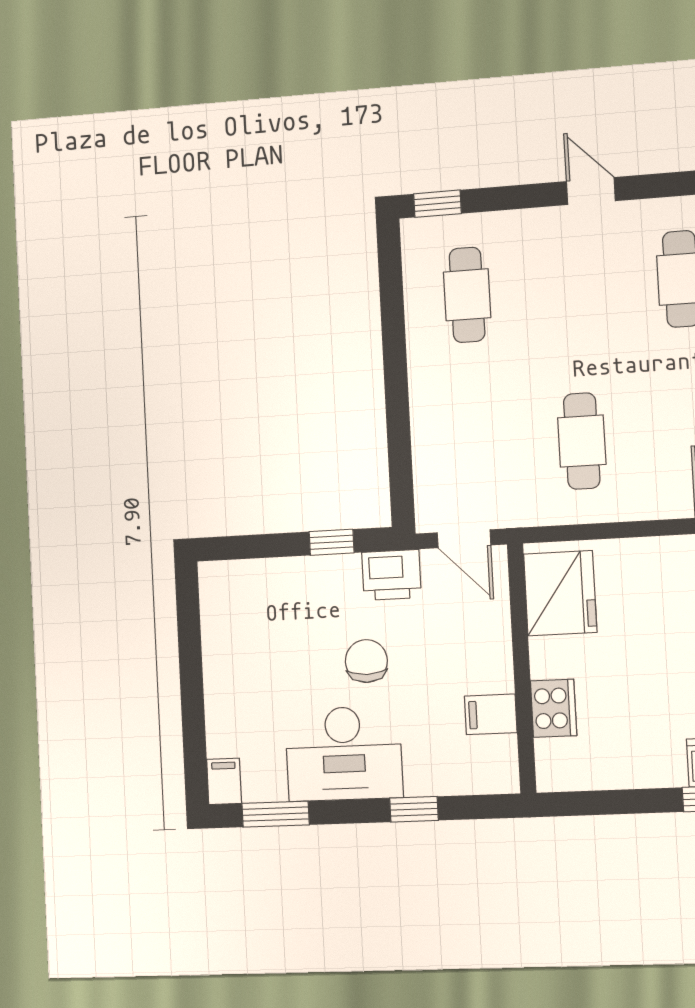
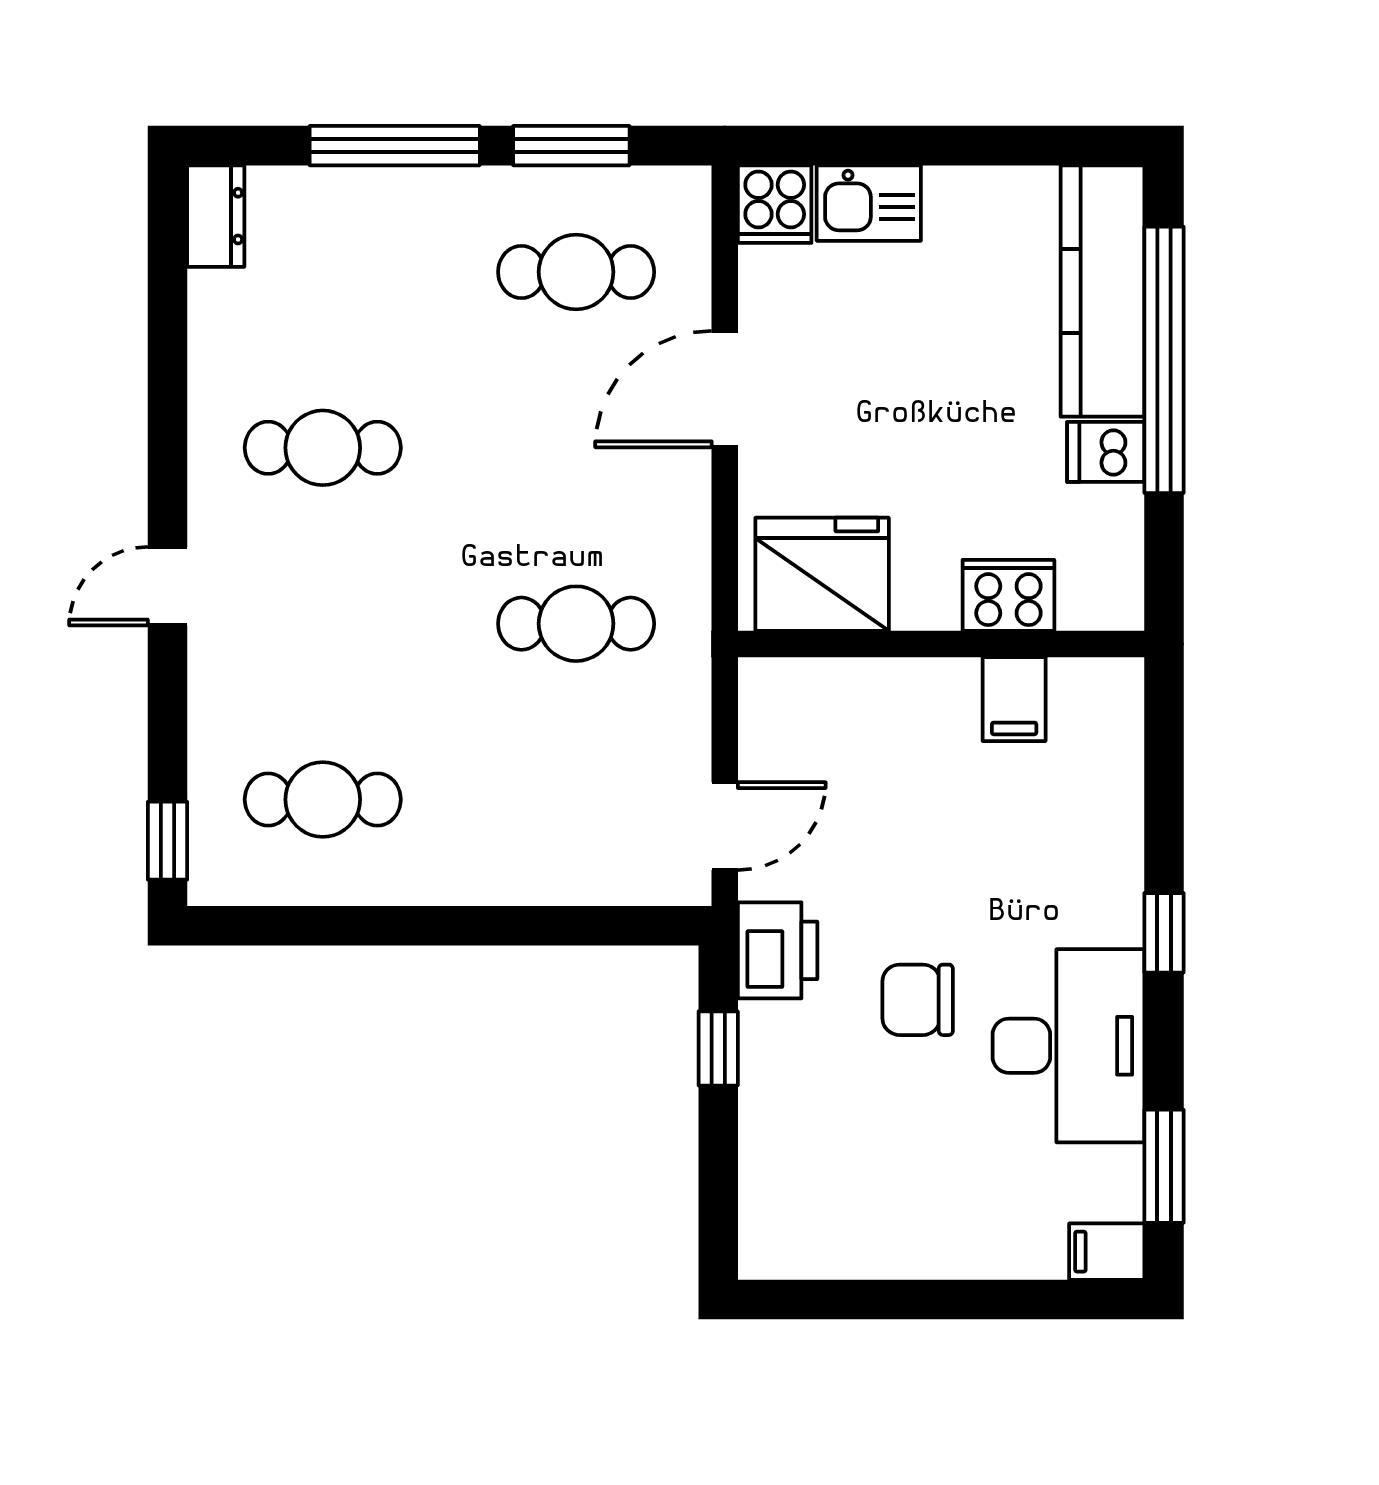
fridge: (560, 593) -> (822, 574), moved
wall: (522, 668) -> (941, 644), moved
cooker: (554, 708) -> (1008, 595), moved
filing cabinet: (491, 714) -> (1014, 699), moved

